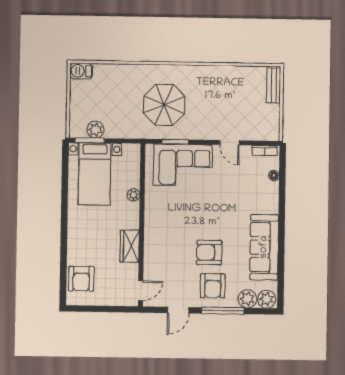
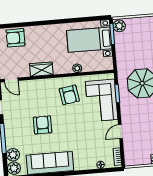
plant: (95, 130) -> (119, 26), moved
armchair: (213, 286) -> (69, 95), moved, turned -99

